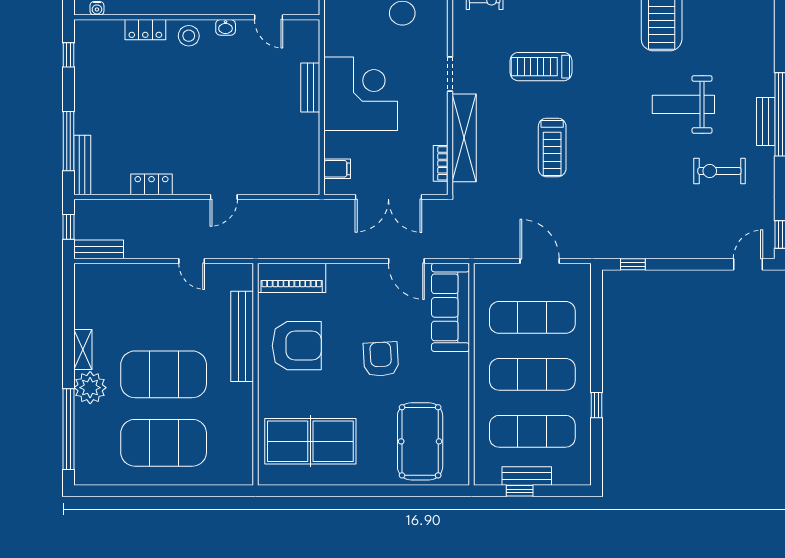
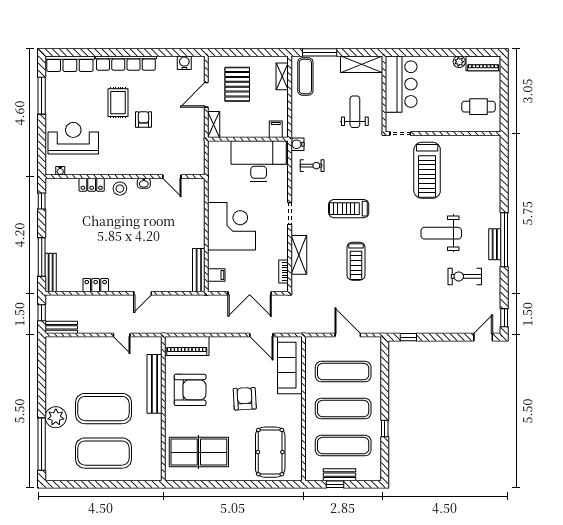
bench: (310, 87) -> (199, 270), moved, width x1.36
shelving: (464, 138) -> (299, 255), width x0.68
shelving: (83, 349) -> (51, 392), removed

